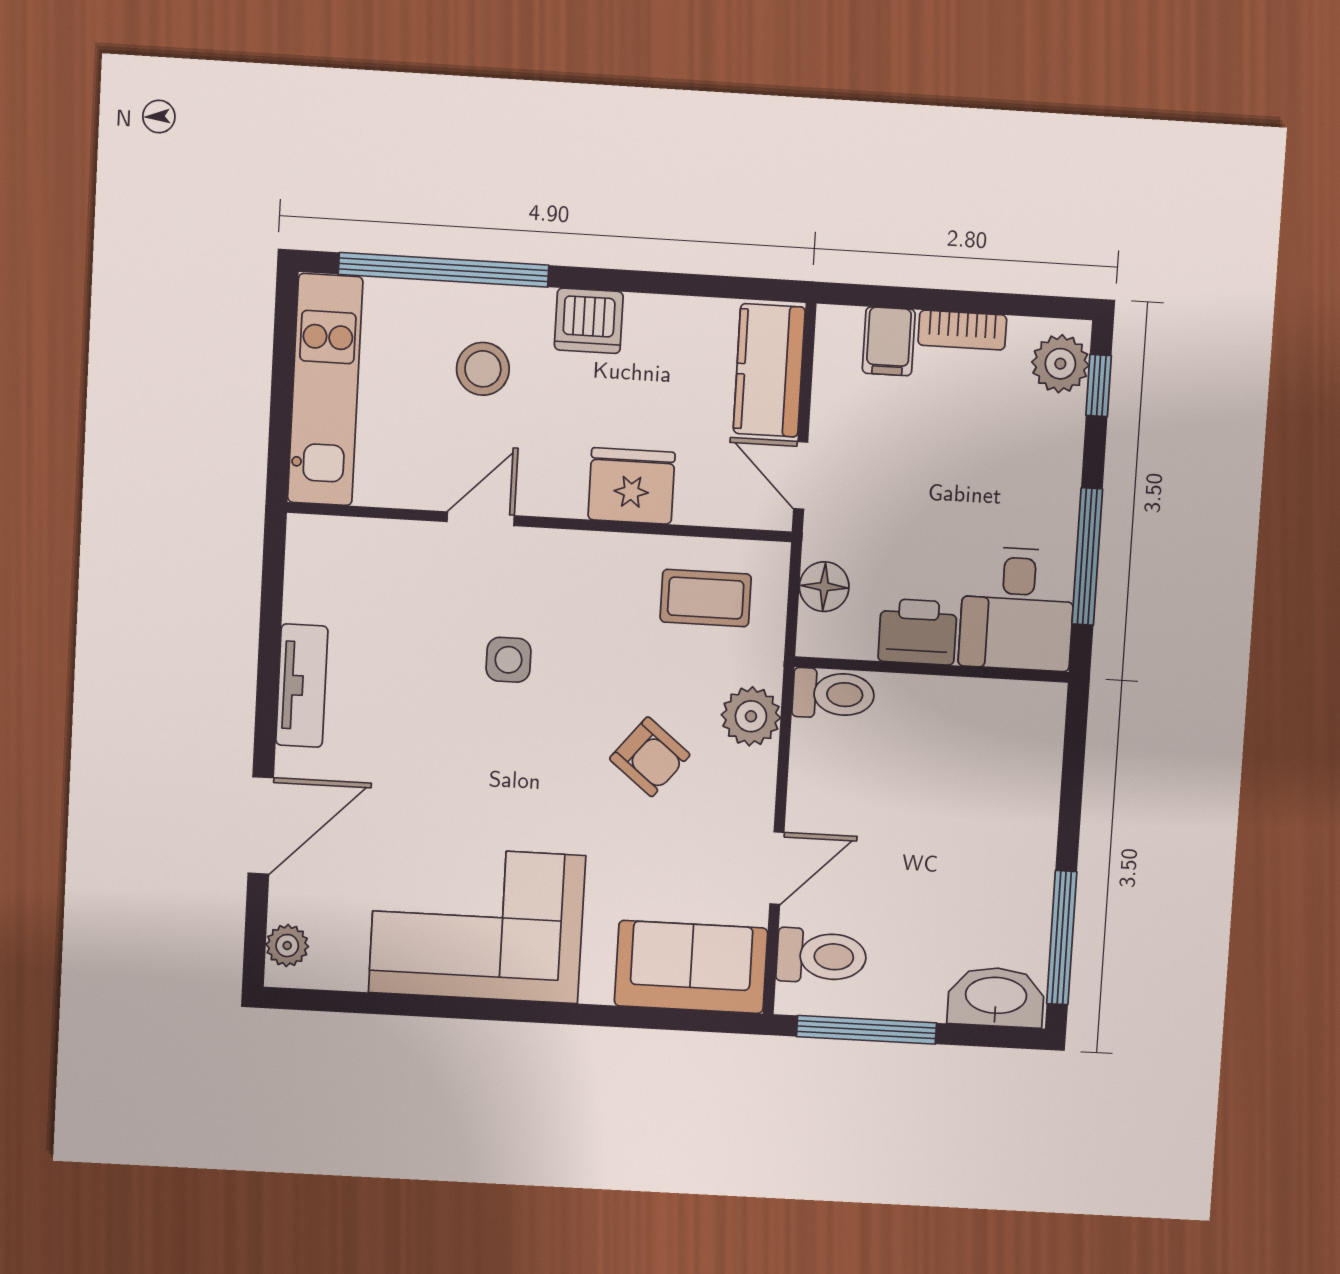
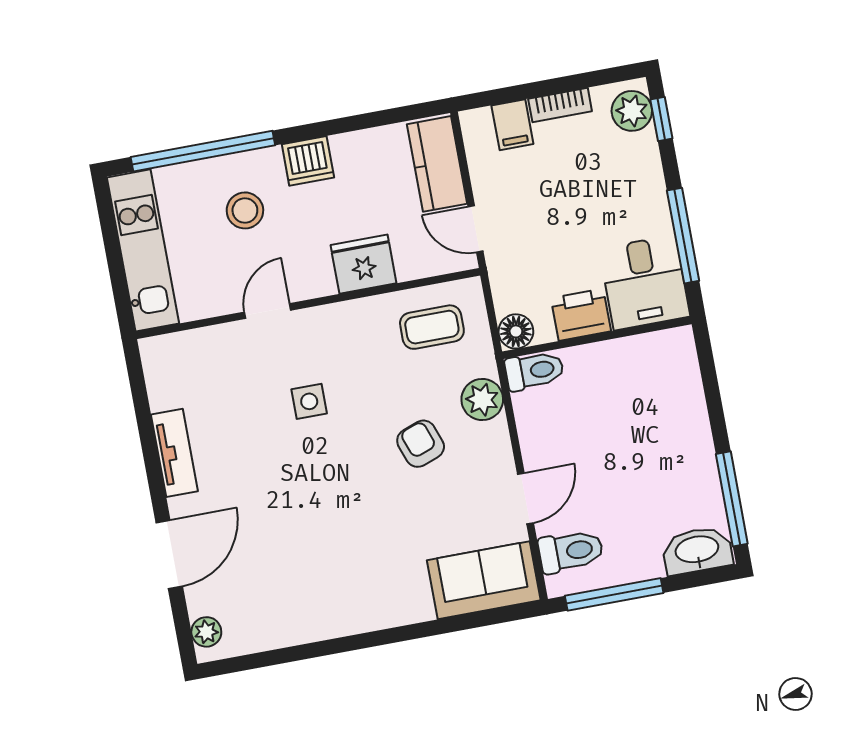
floor lamp: (824, 587) -> (516, 331), moved
armchair: (650, 757) -> (421, 444), turned -149
corner sofa: (477, 924) -> (331, 586), removed

